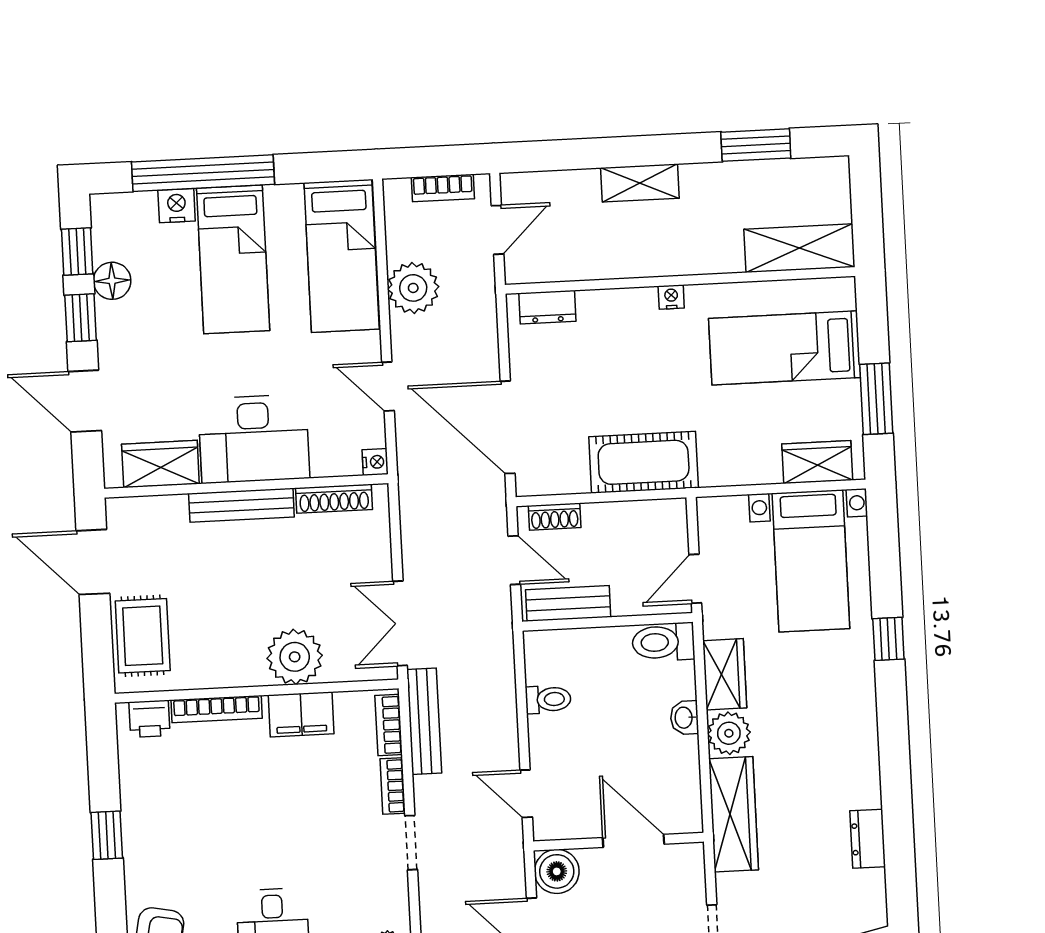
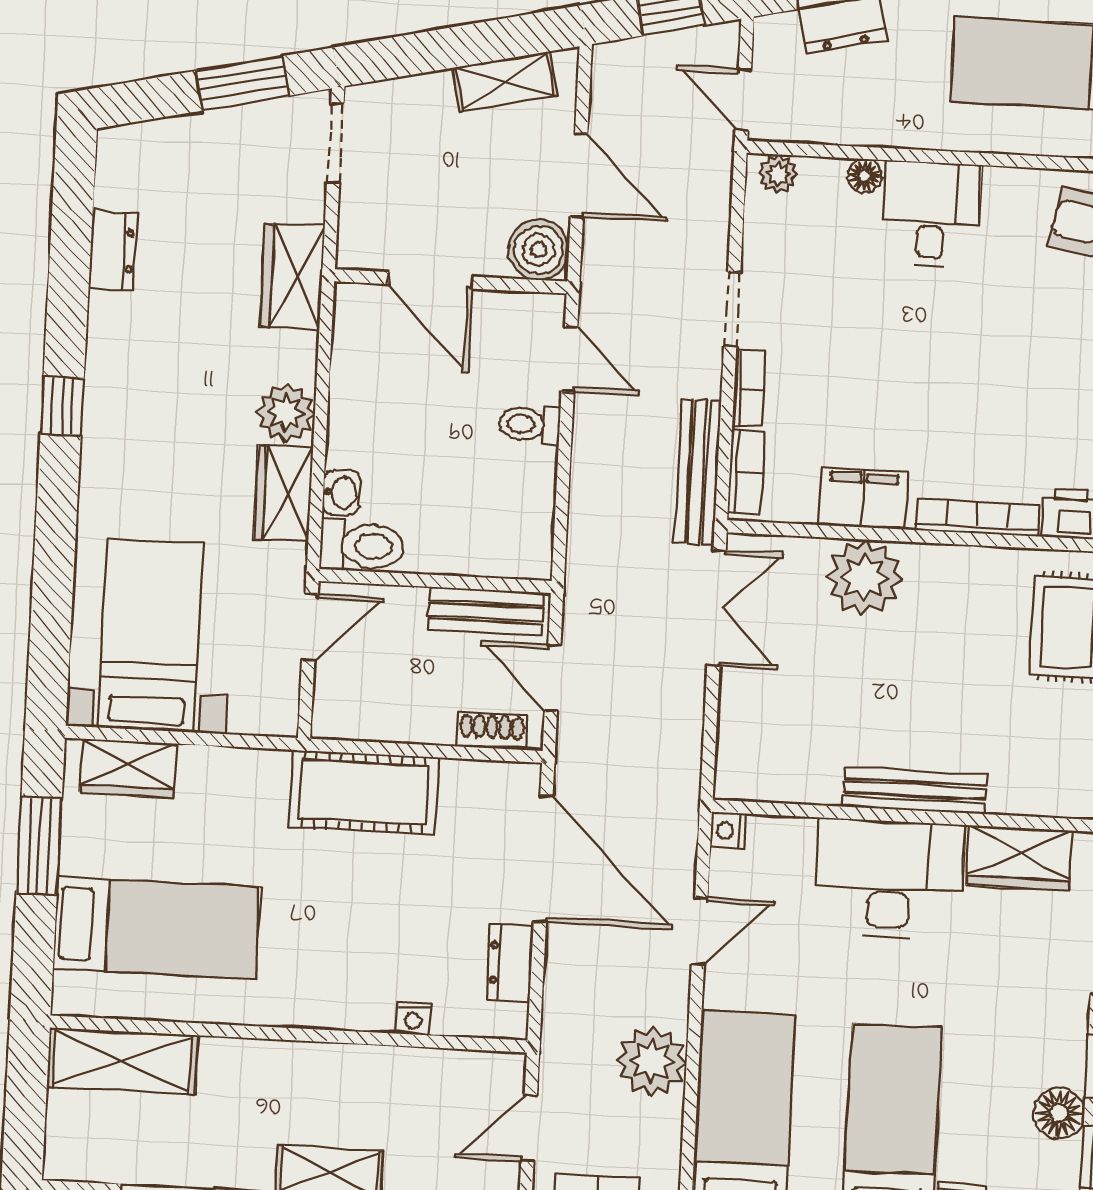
nightstand: (671, 297) -> (413, 1018), moved
dresser: (547, 307) -> (510, 963), moved, turned -90
door: (388, 386) -> (700, 931), hinge flipped
shoe rack: (334, 499) -> (789, 786), removed
window: (888, 639) -> (62, 406), moved
toilet: (548, 699) -> (529, 425), moved
washbasin: (684, 718) -> (341, 493), moved
wardrobe: (734, 814) -> (292, 277), width x0.67

